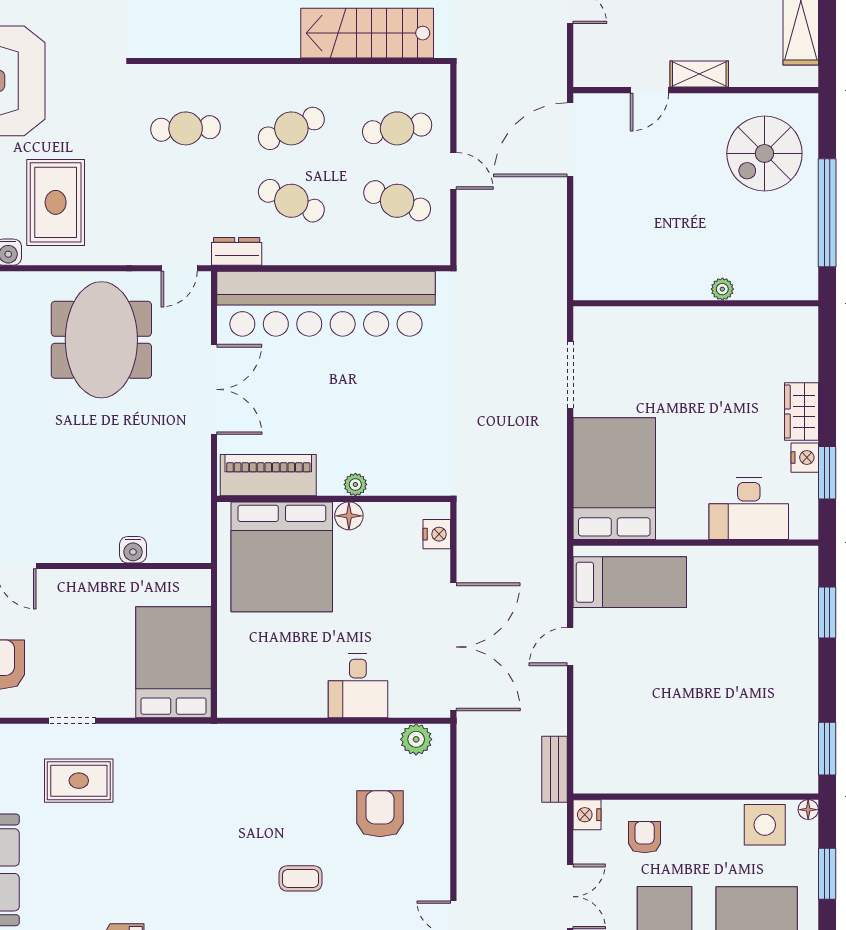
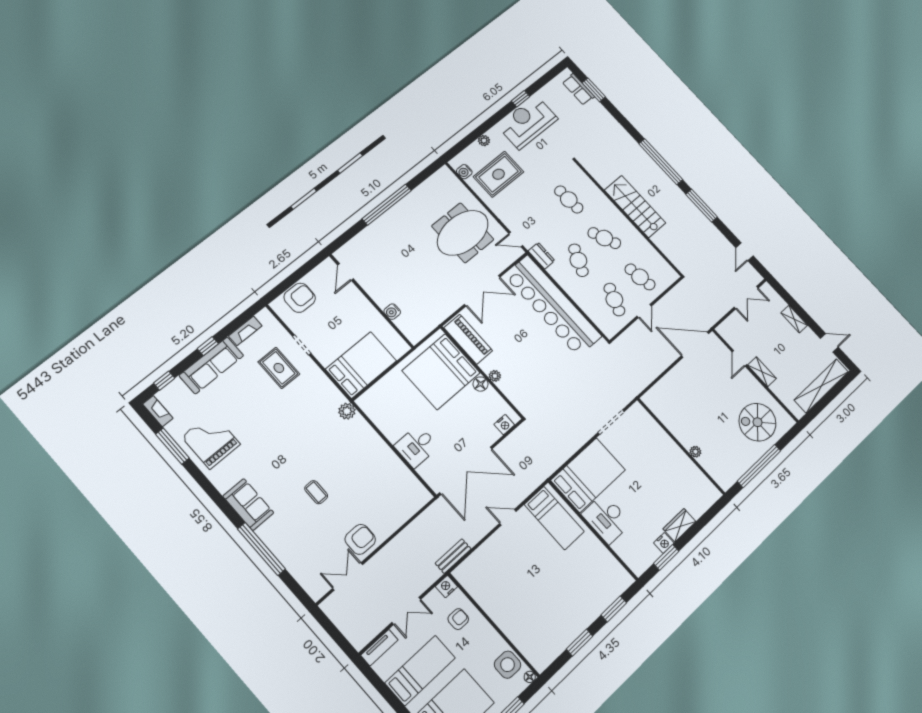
stairs: (367, 33) -> (635, 206), moved
door: (649, 90) -> (739, 358), hinge flipped
desk: (749, 509) -> (606, 519), moved
plant: (416, 739) -> (347, 411), moved
window: (827, 749) -> (580, 643), moved
armchair: (380, 814) -> (360, 539), moved

